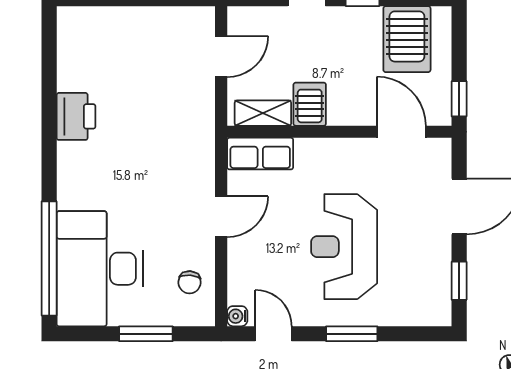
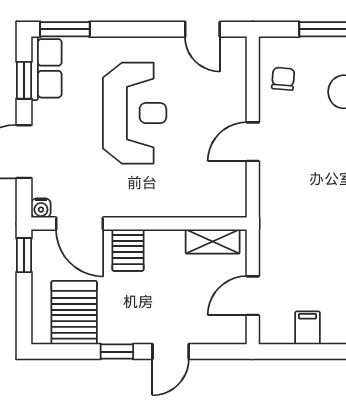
filing cabinet: (164, 23) -> (308, 328), added
server rack: (310, 104) -> (128, 250), moved
row of seats: (260, 154) -> (46, 68), moved, turned 90
water cooler: (237, 316) -> (41, 208), moved, turned 90
window: (352, 334) -> (65, 29), moved

